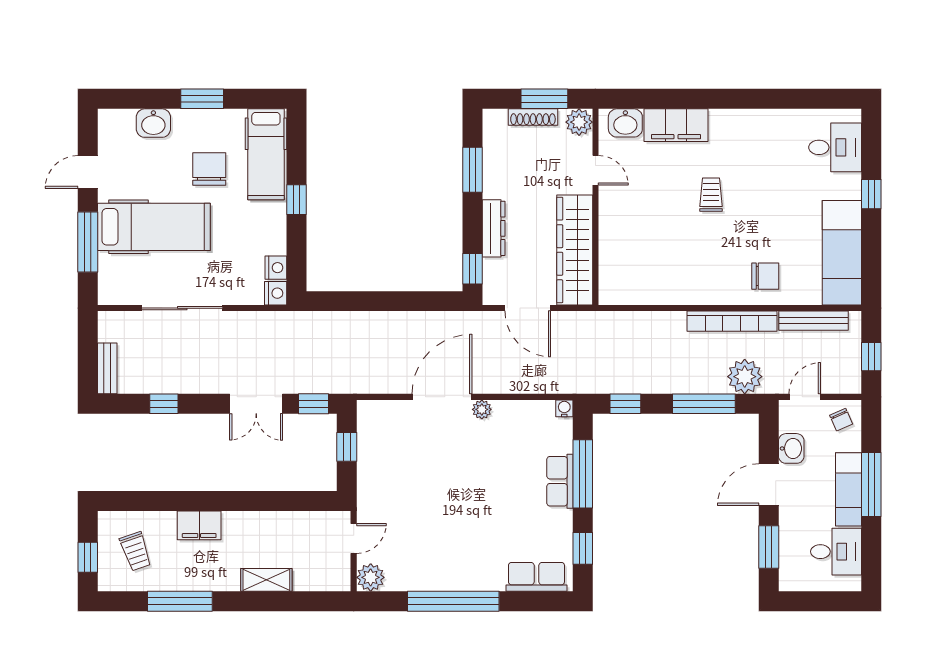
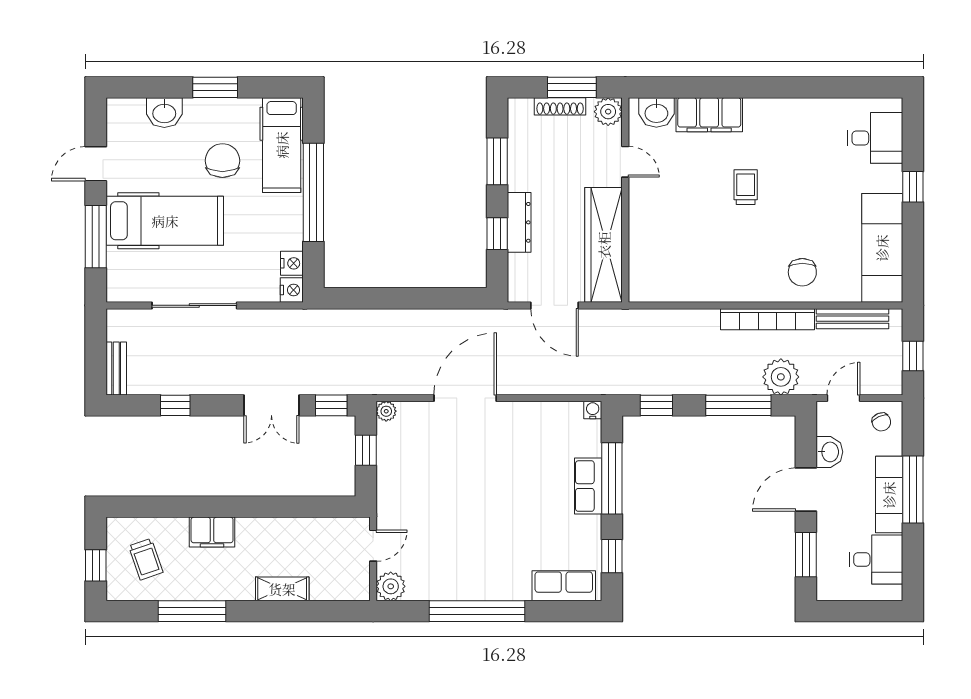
window: (296, 200) -> (313, 192), width x3.17
window: (473, 269) -> (497, 234), moved
chair: (765, 276) -> (802, 272), turned 90
plant: (482, 409) -> (386, 411), moved

